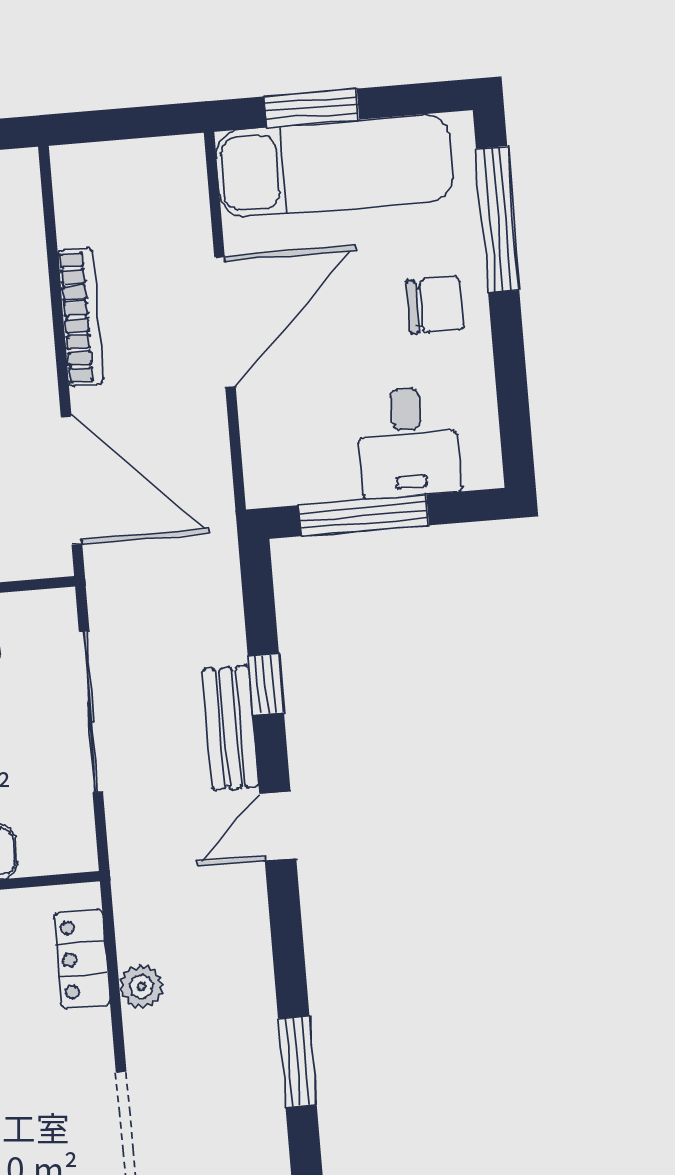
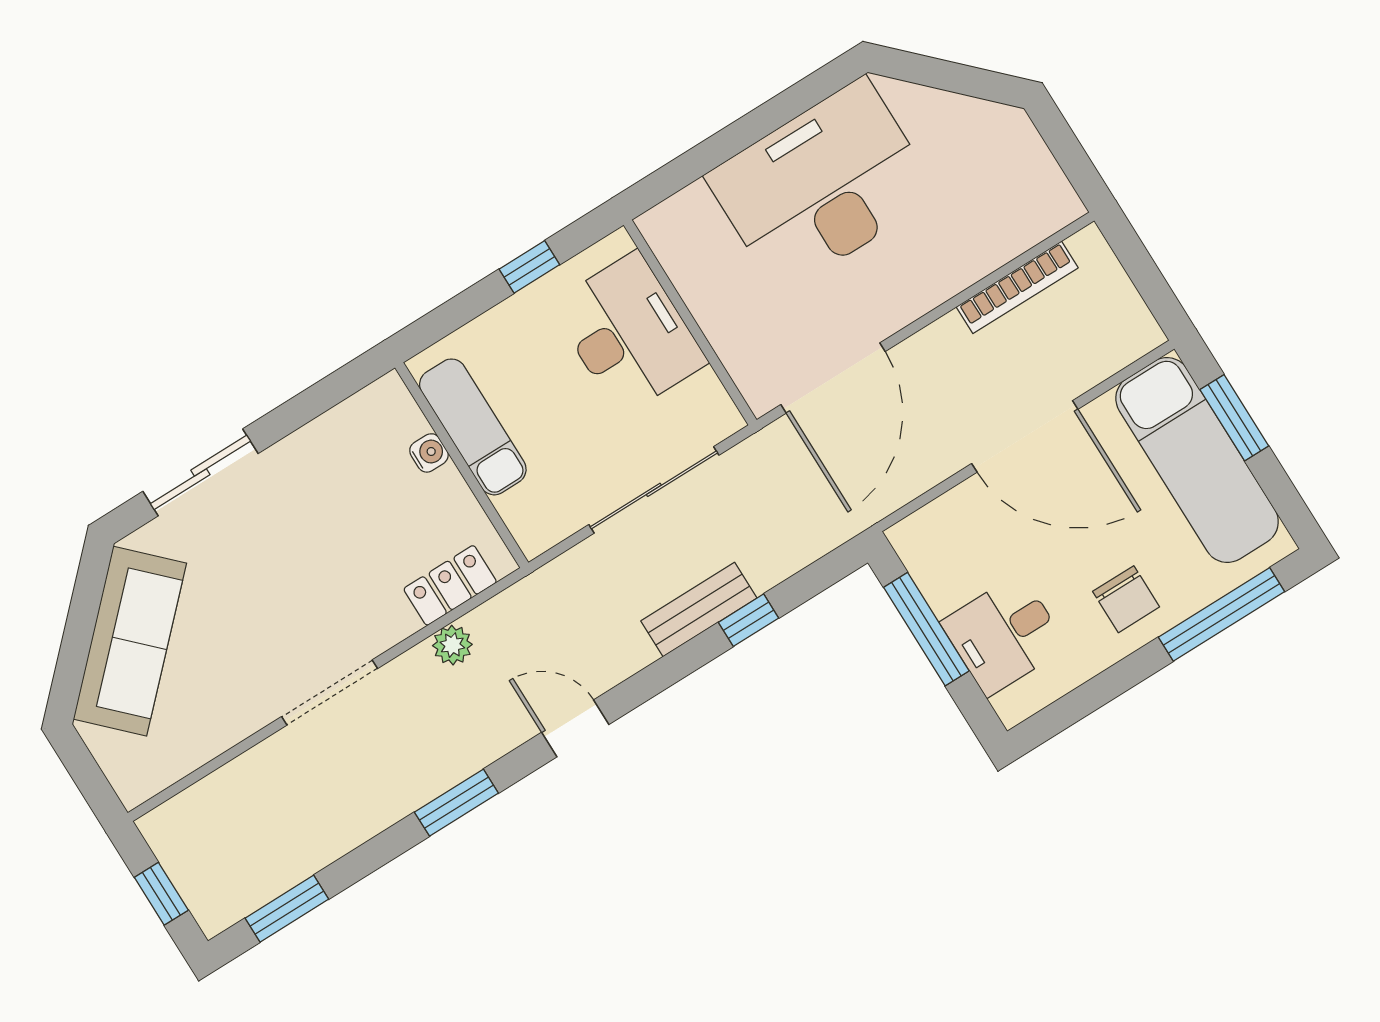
bookcase: (81, 317) -> (1017, 287), moved
door: (278, 826) -> (575, 728), moved

